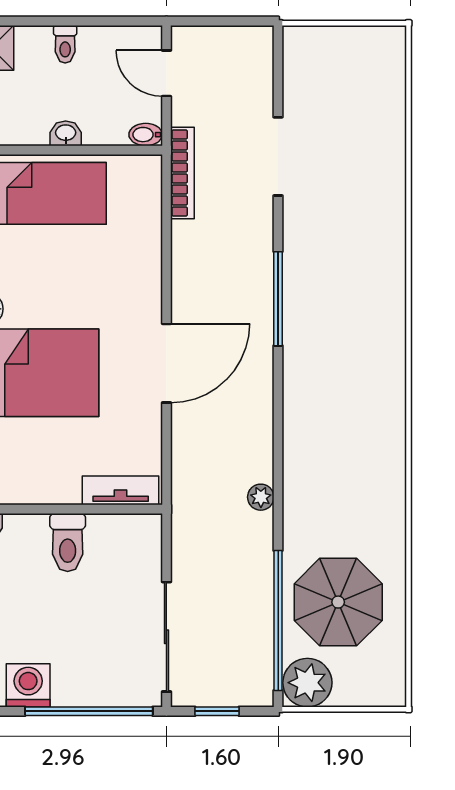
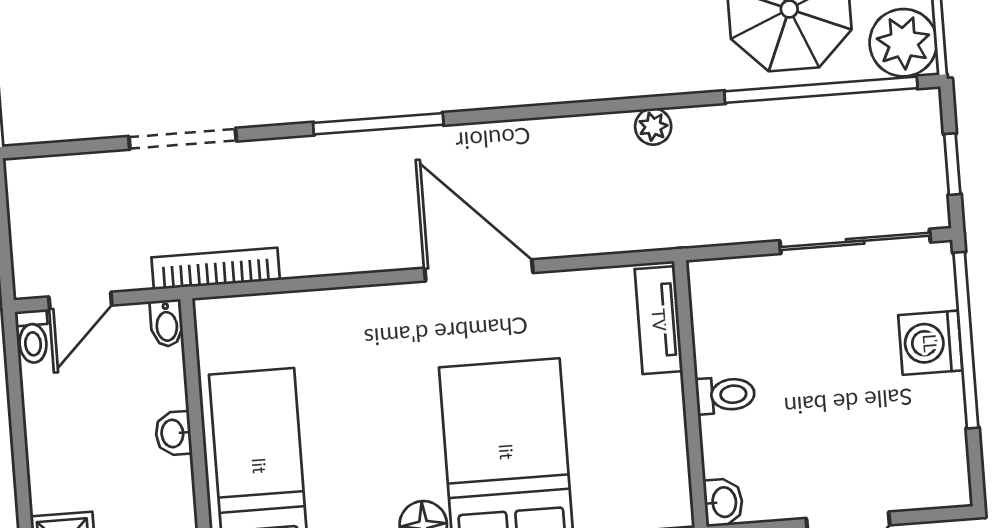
toilet: (65, 44) -> (32, 337), moved, turned 90
toilet: (68, 542) -> (725, 395), width x0.73, depth x0.72
washing machine: (28, 685) -> (930, 343), moved

